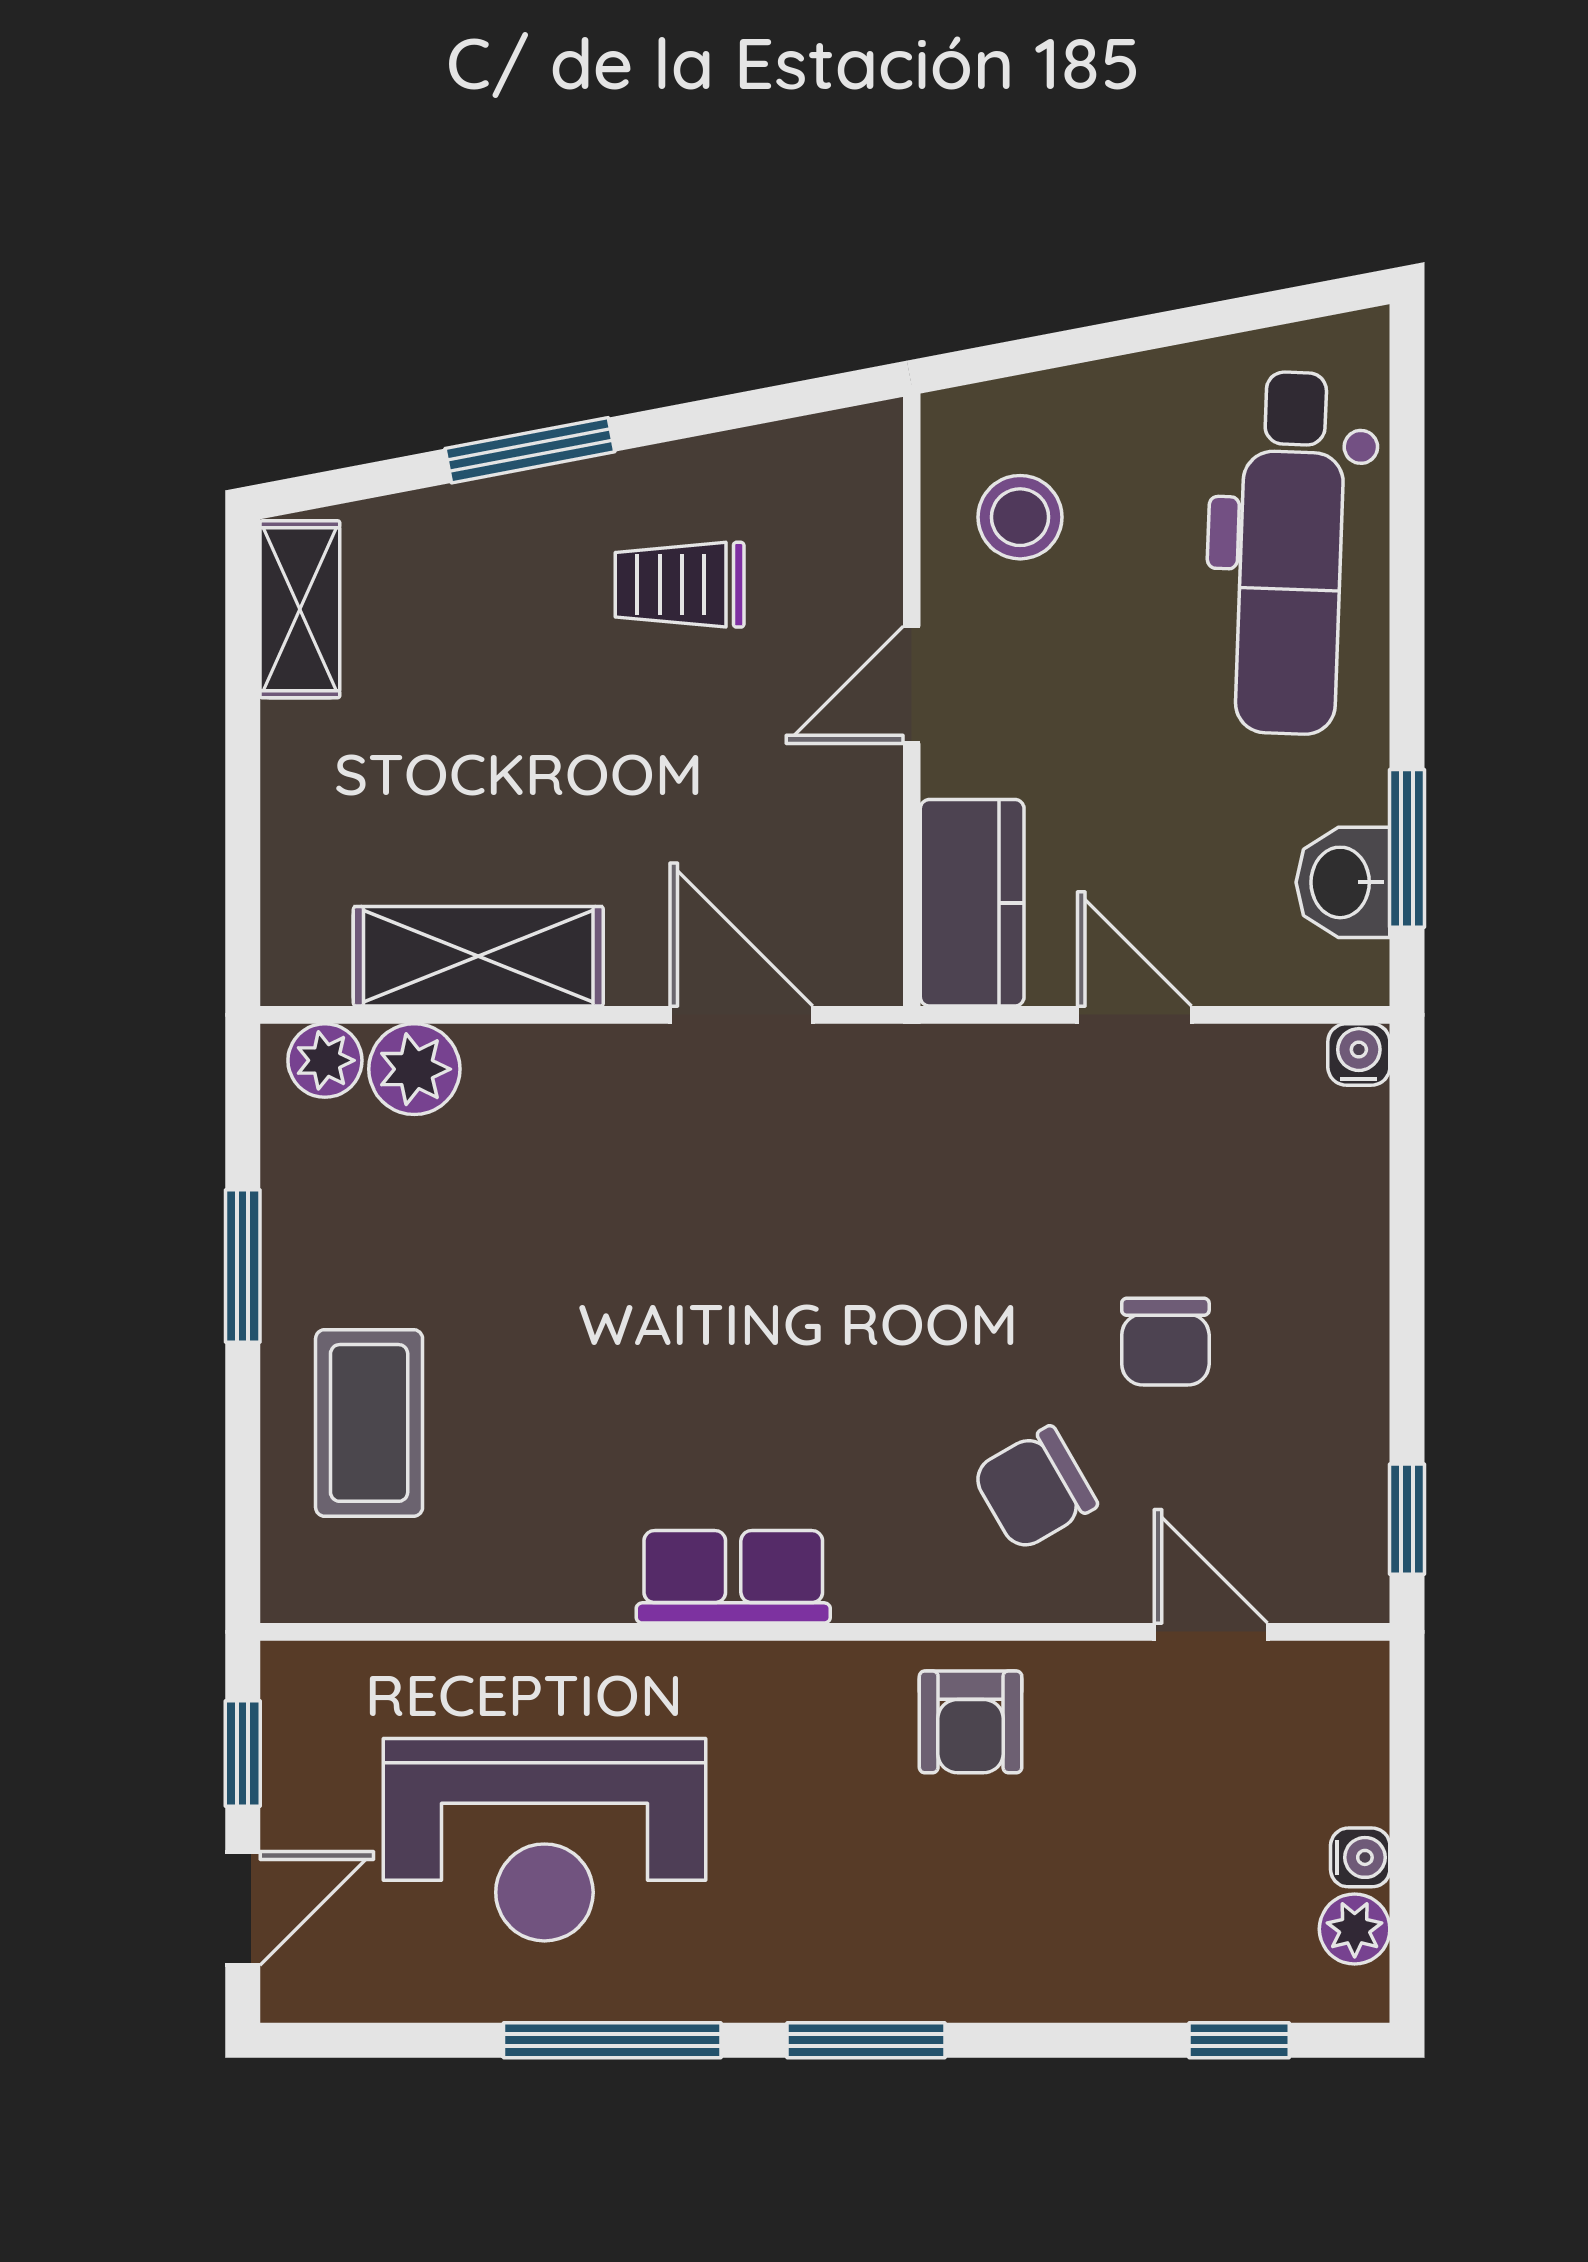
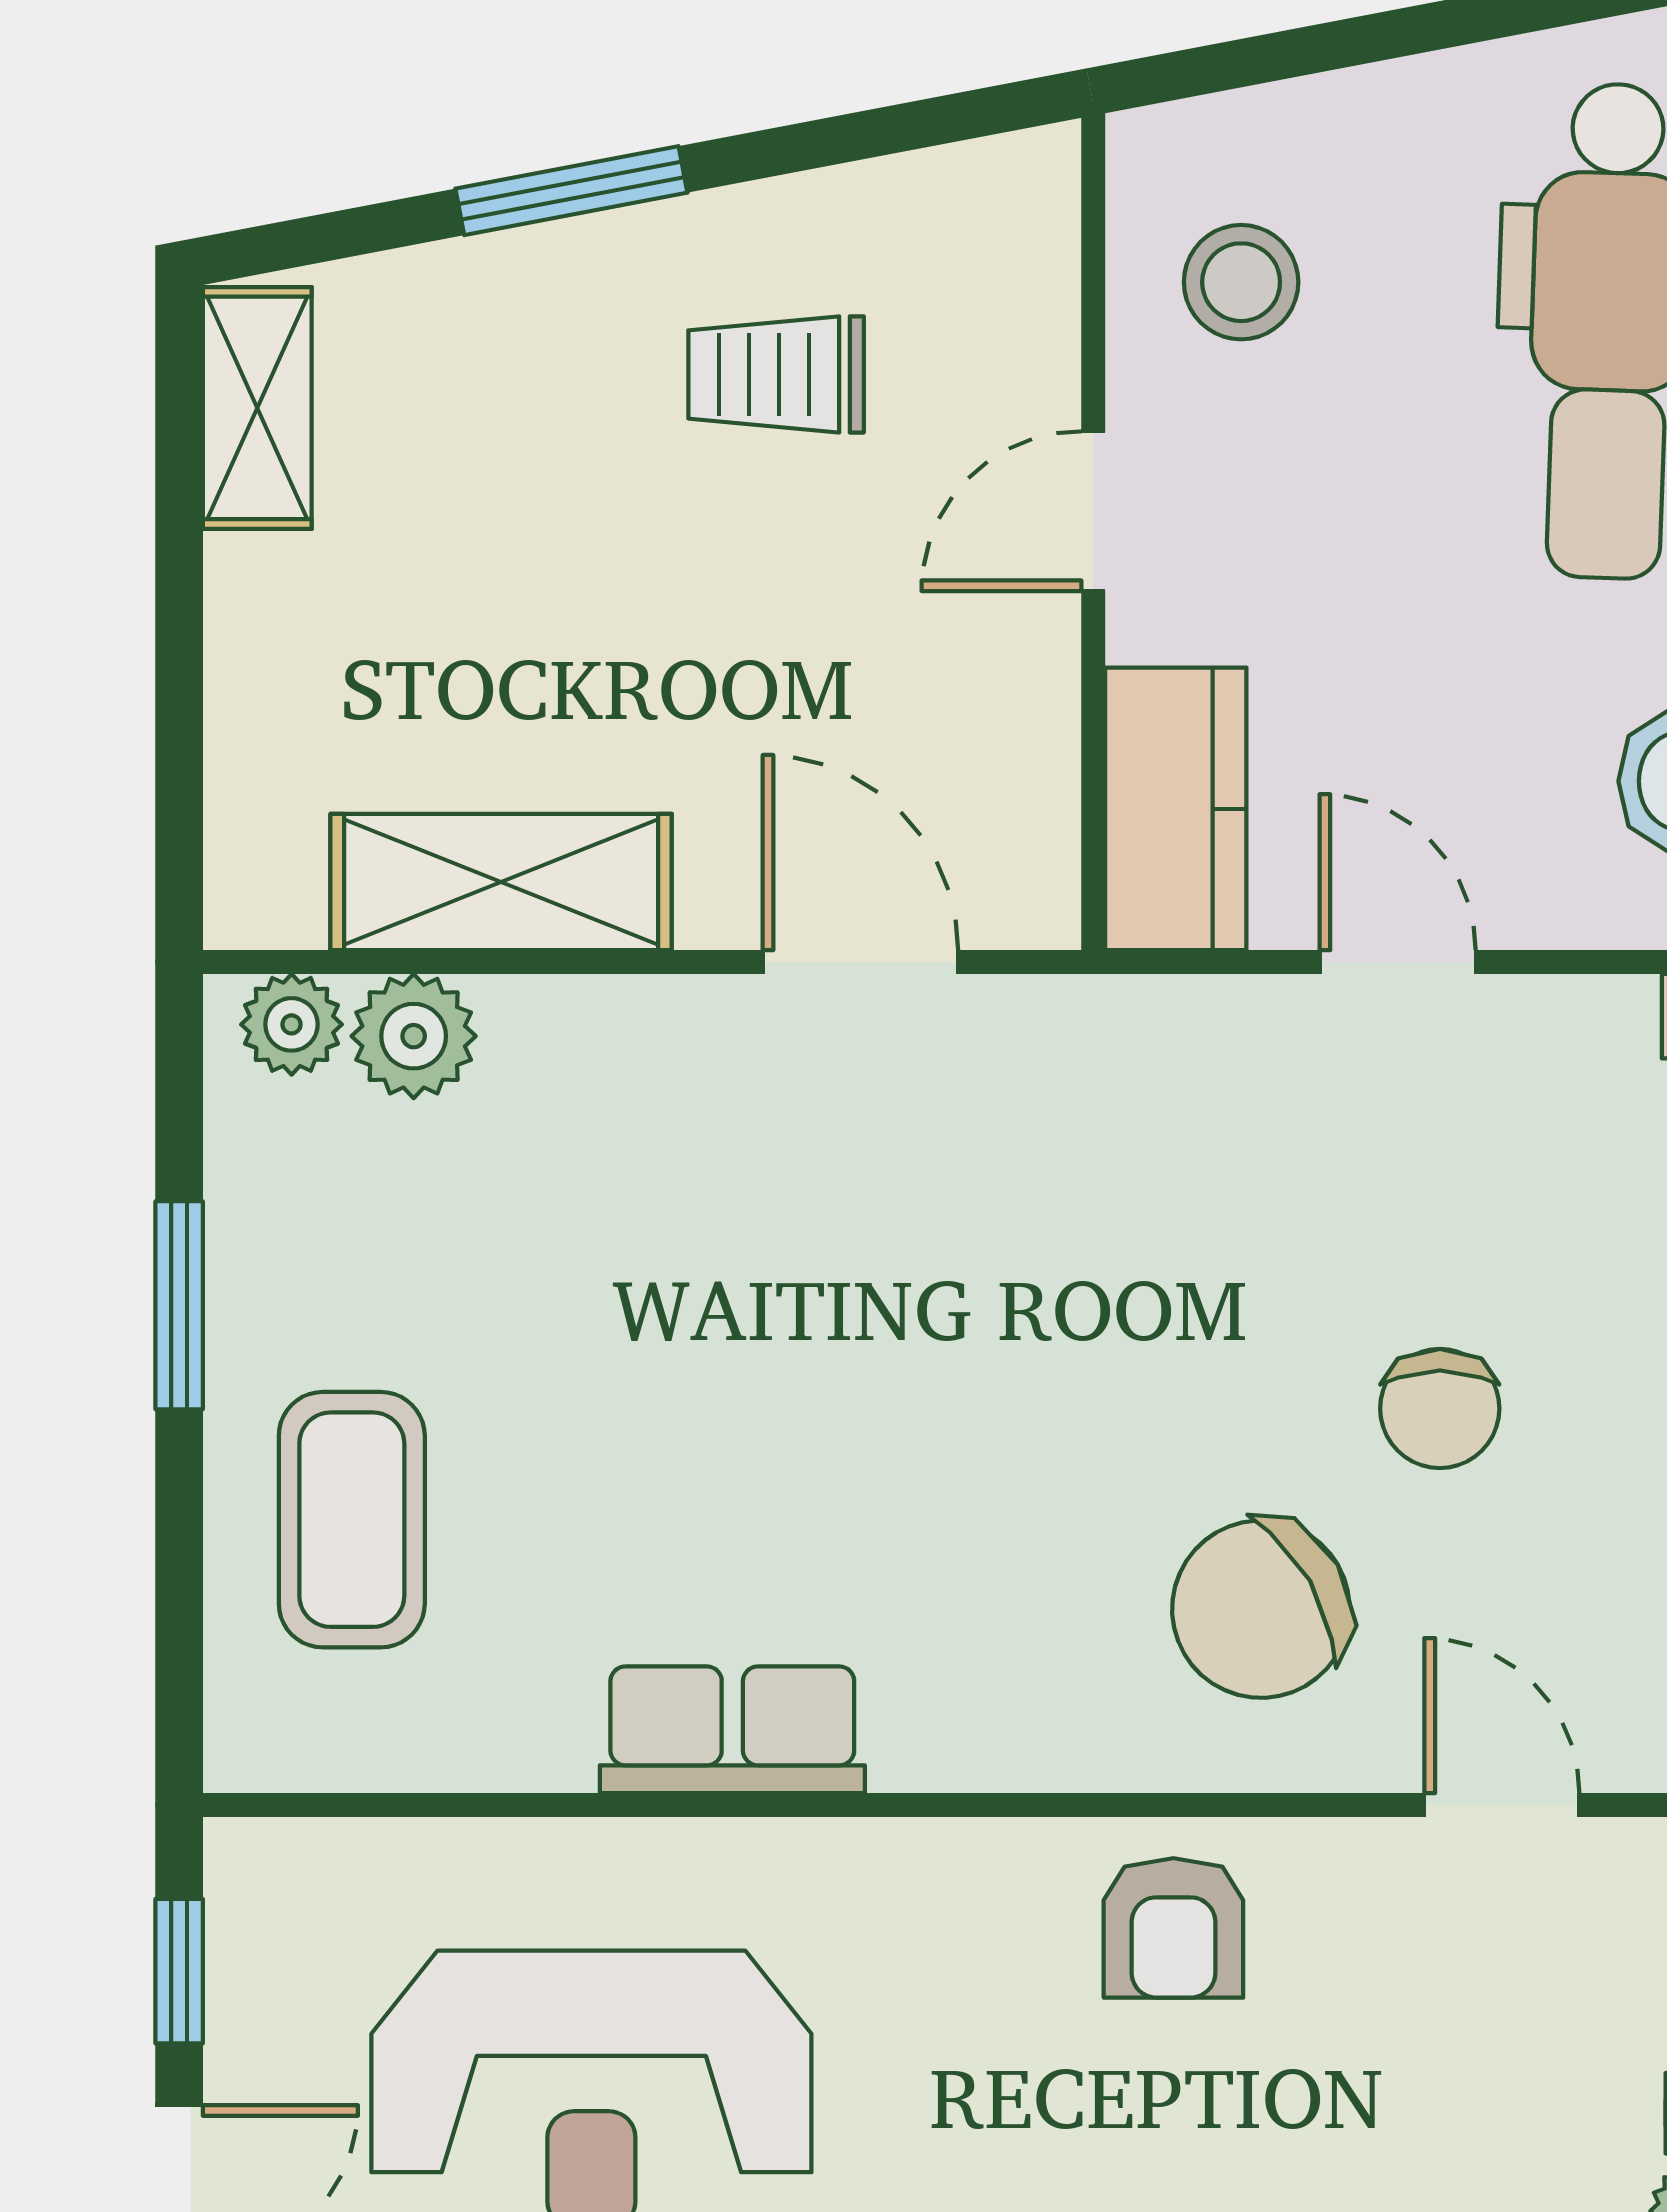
chair: (1034, 1488) -> (1261, 1609), width x1.37, depth x1.37
row of seats: (733, 1577) -> (732, 1730), moved

